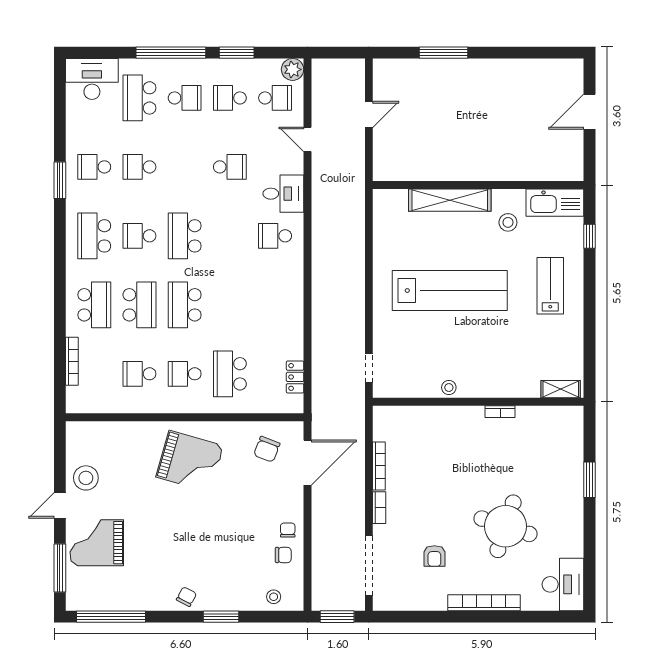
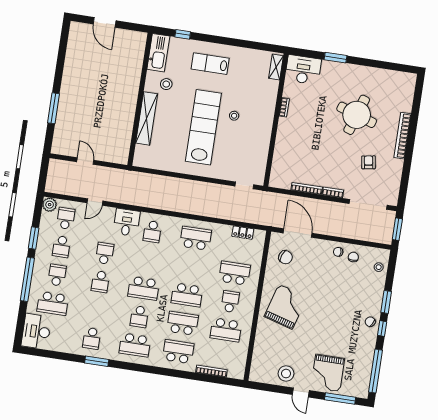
school desk: (139, 167) -> (100, 282), moved
school desk: (275, 305) -> (196, 238), added
school desk: (139, 374) -> (226, 330), width x1.85
school desk: (185, 374) -> (230, 302), turned 180
school desk: (230, 374) -> (235, 273), turned 180
stool: (449, 387) -> (234, 116), moved
armchair: (434, 556) -> (369, 162), turned -99
desk: (563, 584) -> (303, 70), moved
window: (179, 617) -> (382, 329), added

